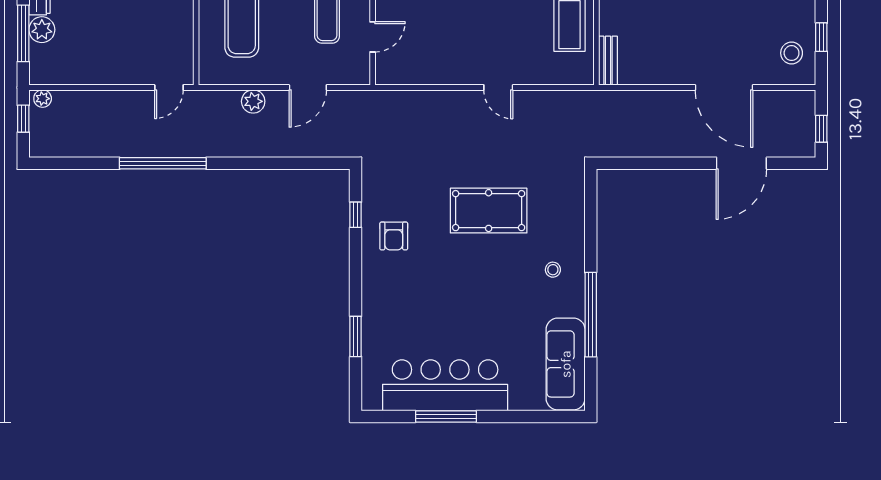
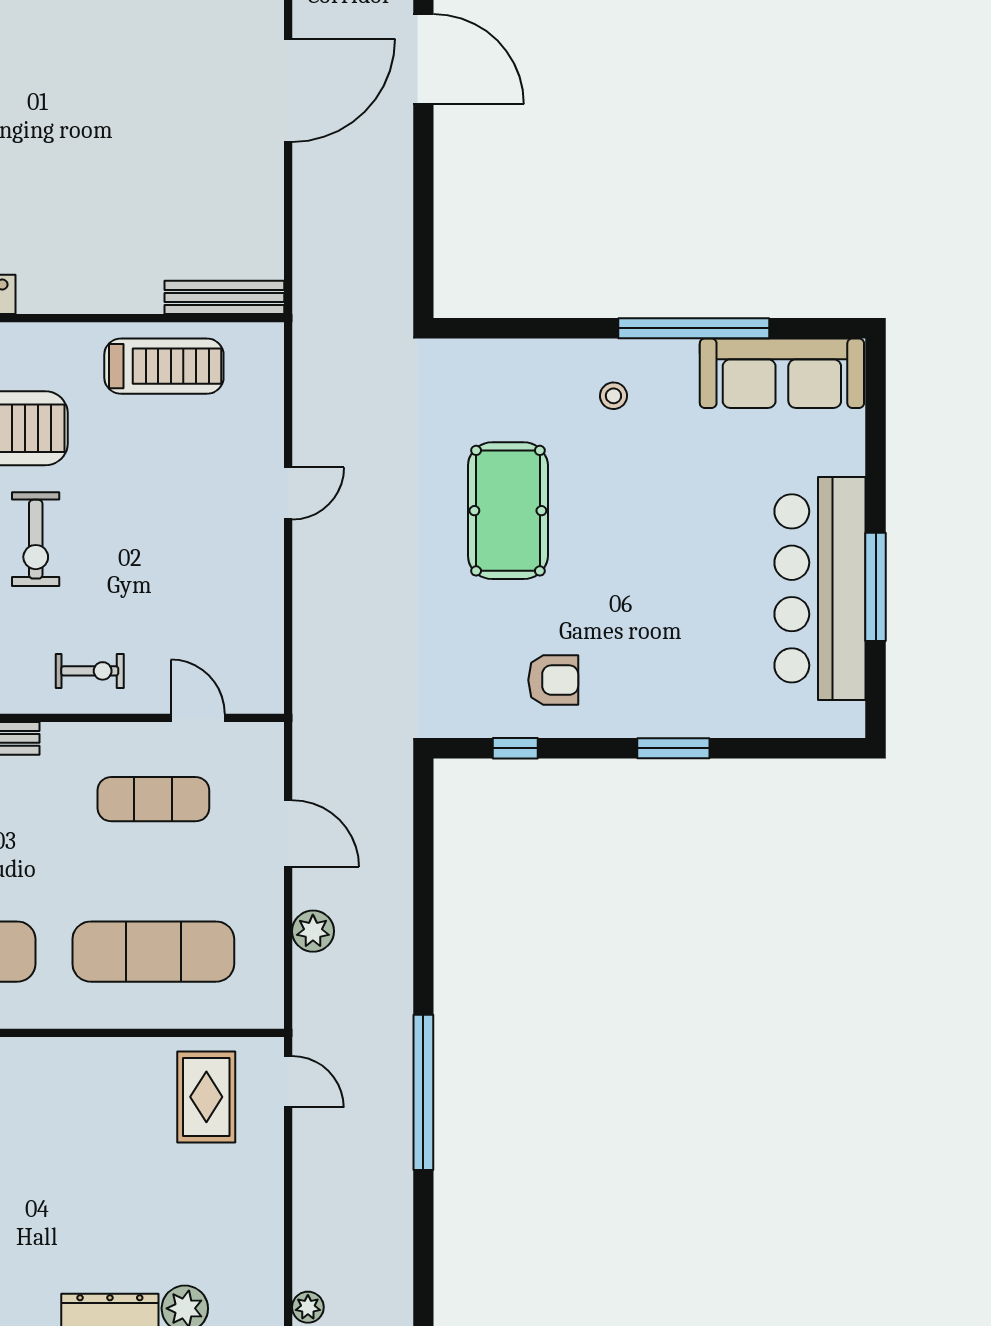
rug: (160, 42) -> (206, 1097), added
bench: (608, 61) -> (224, 297), width x1.36
window: (356, 336) -> (673, 748), moved

